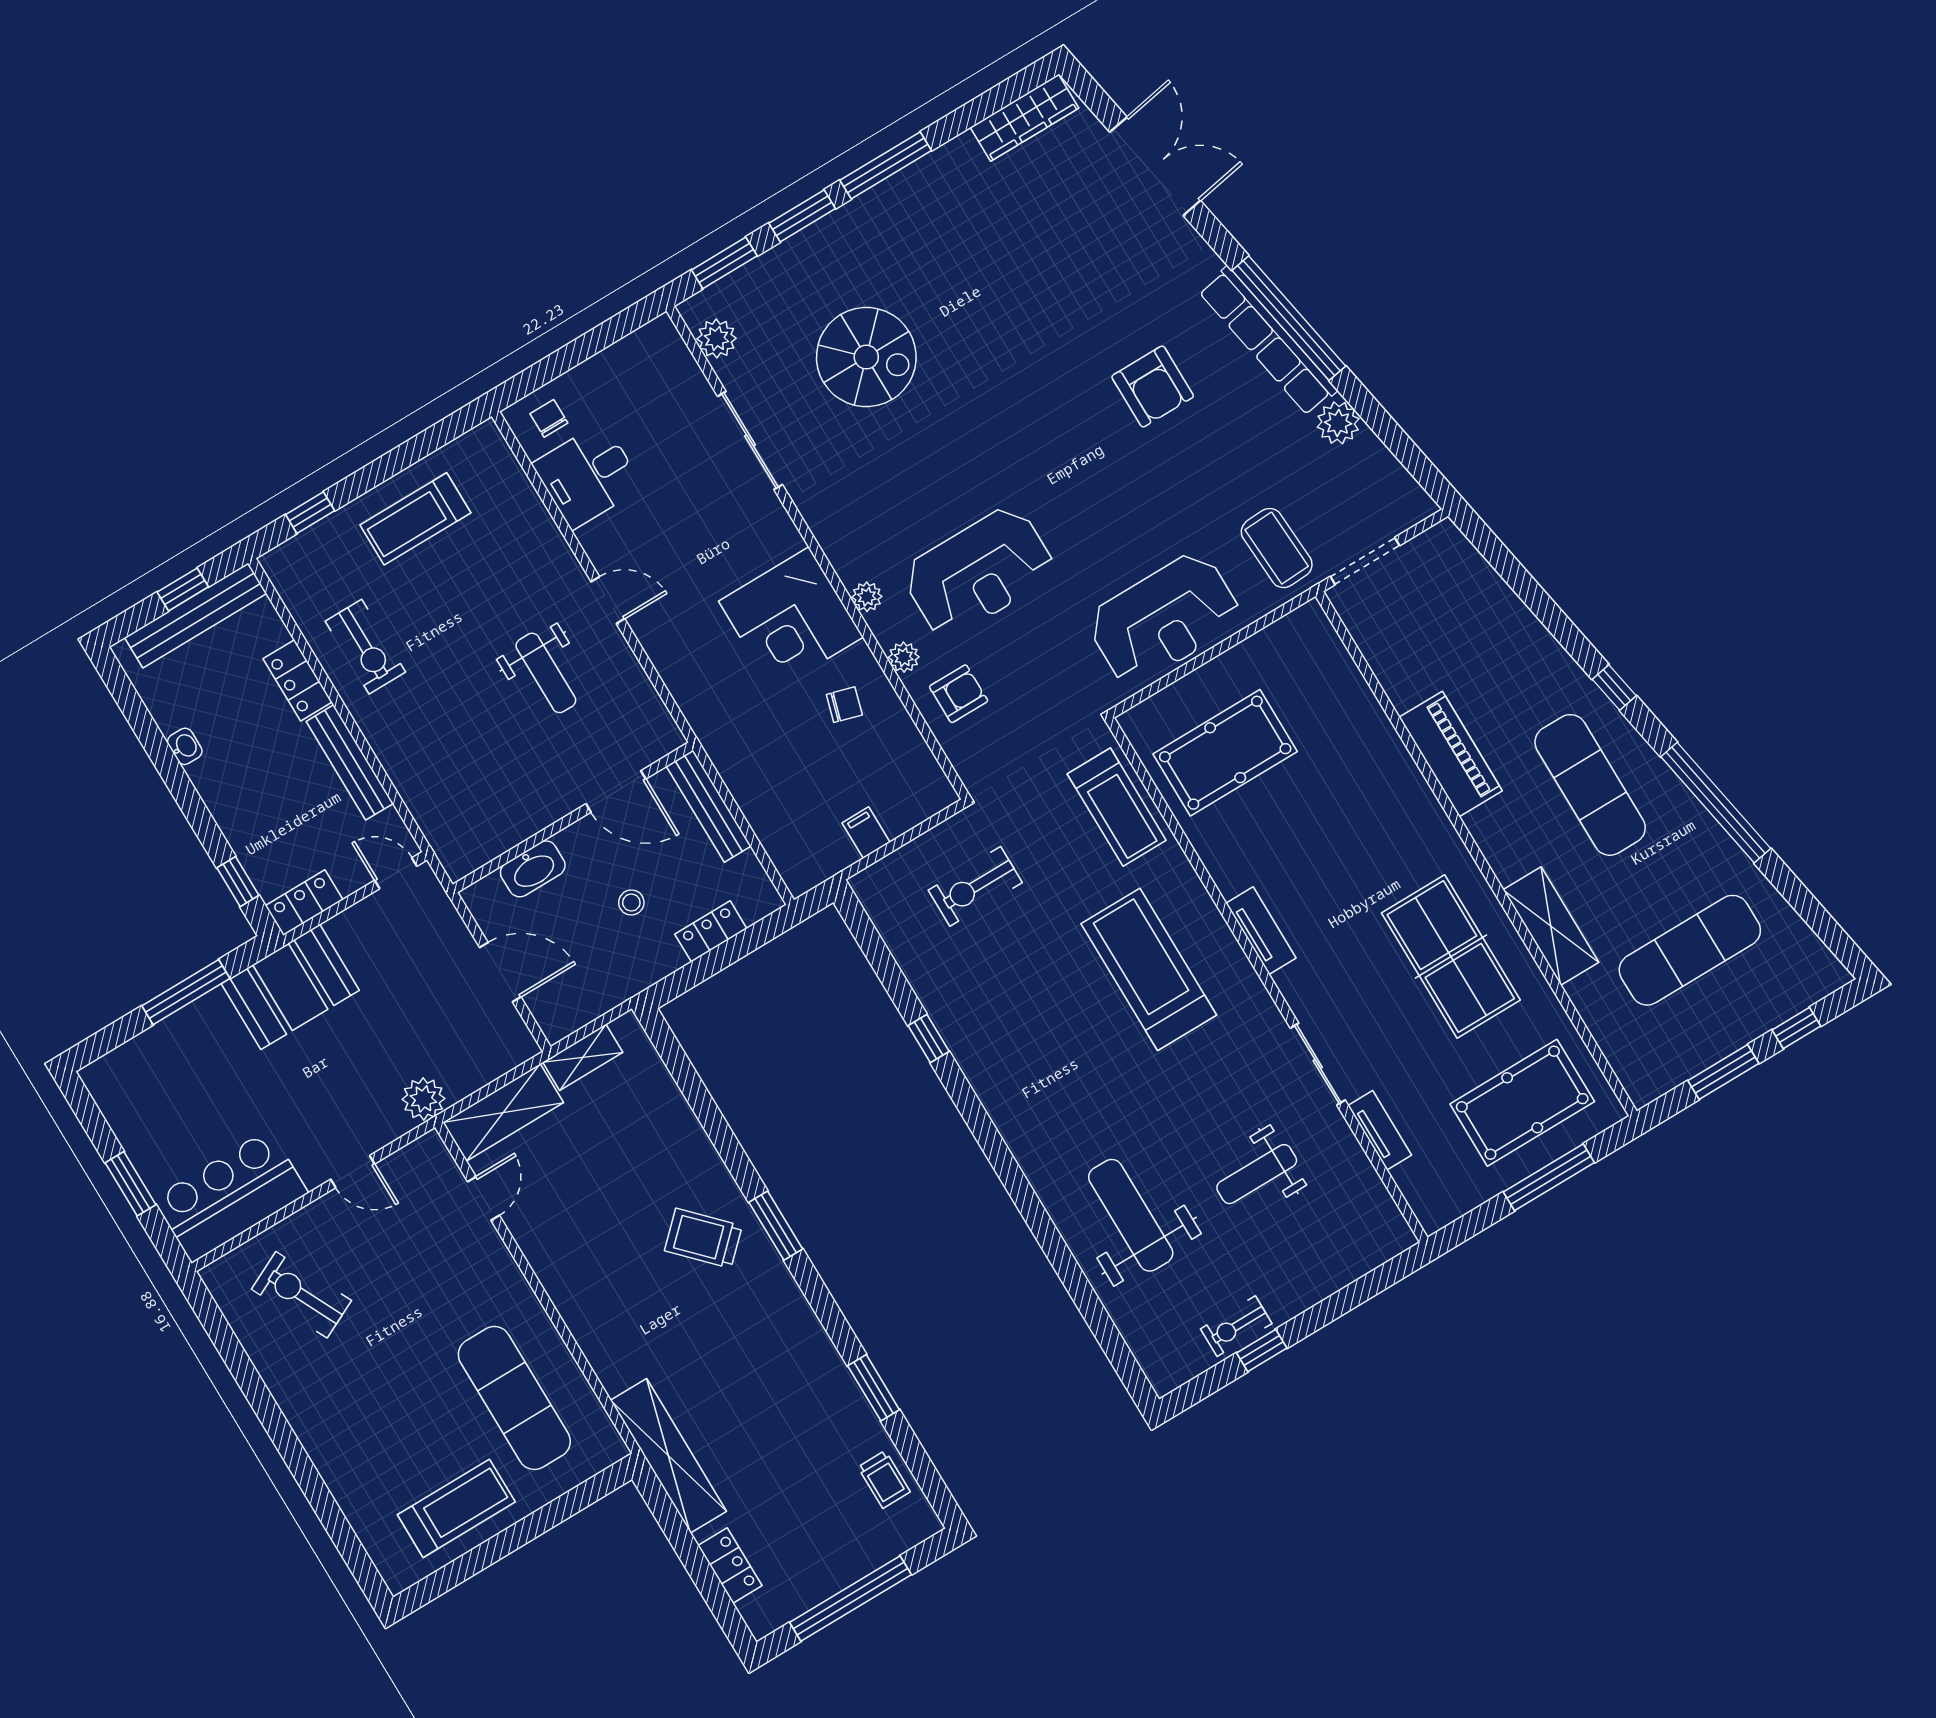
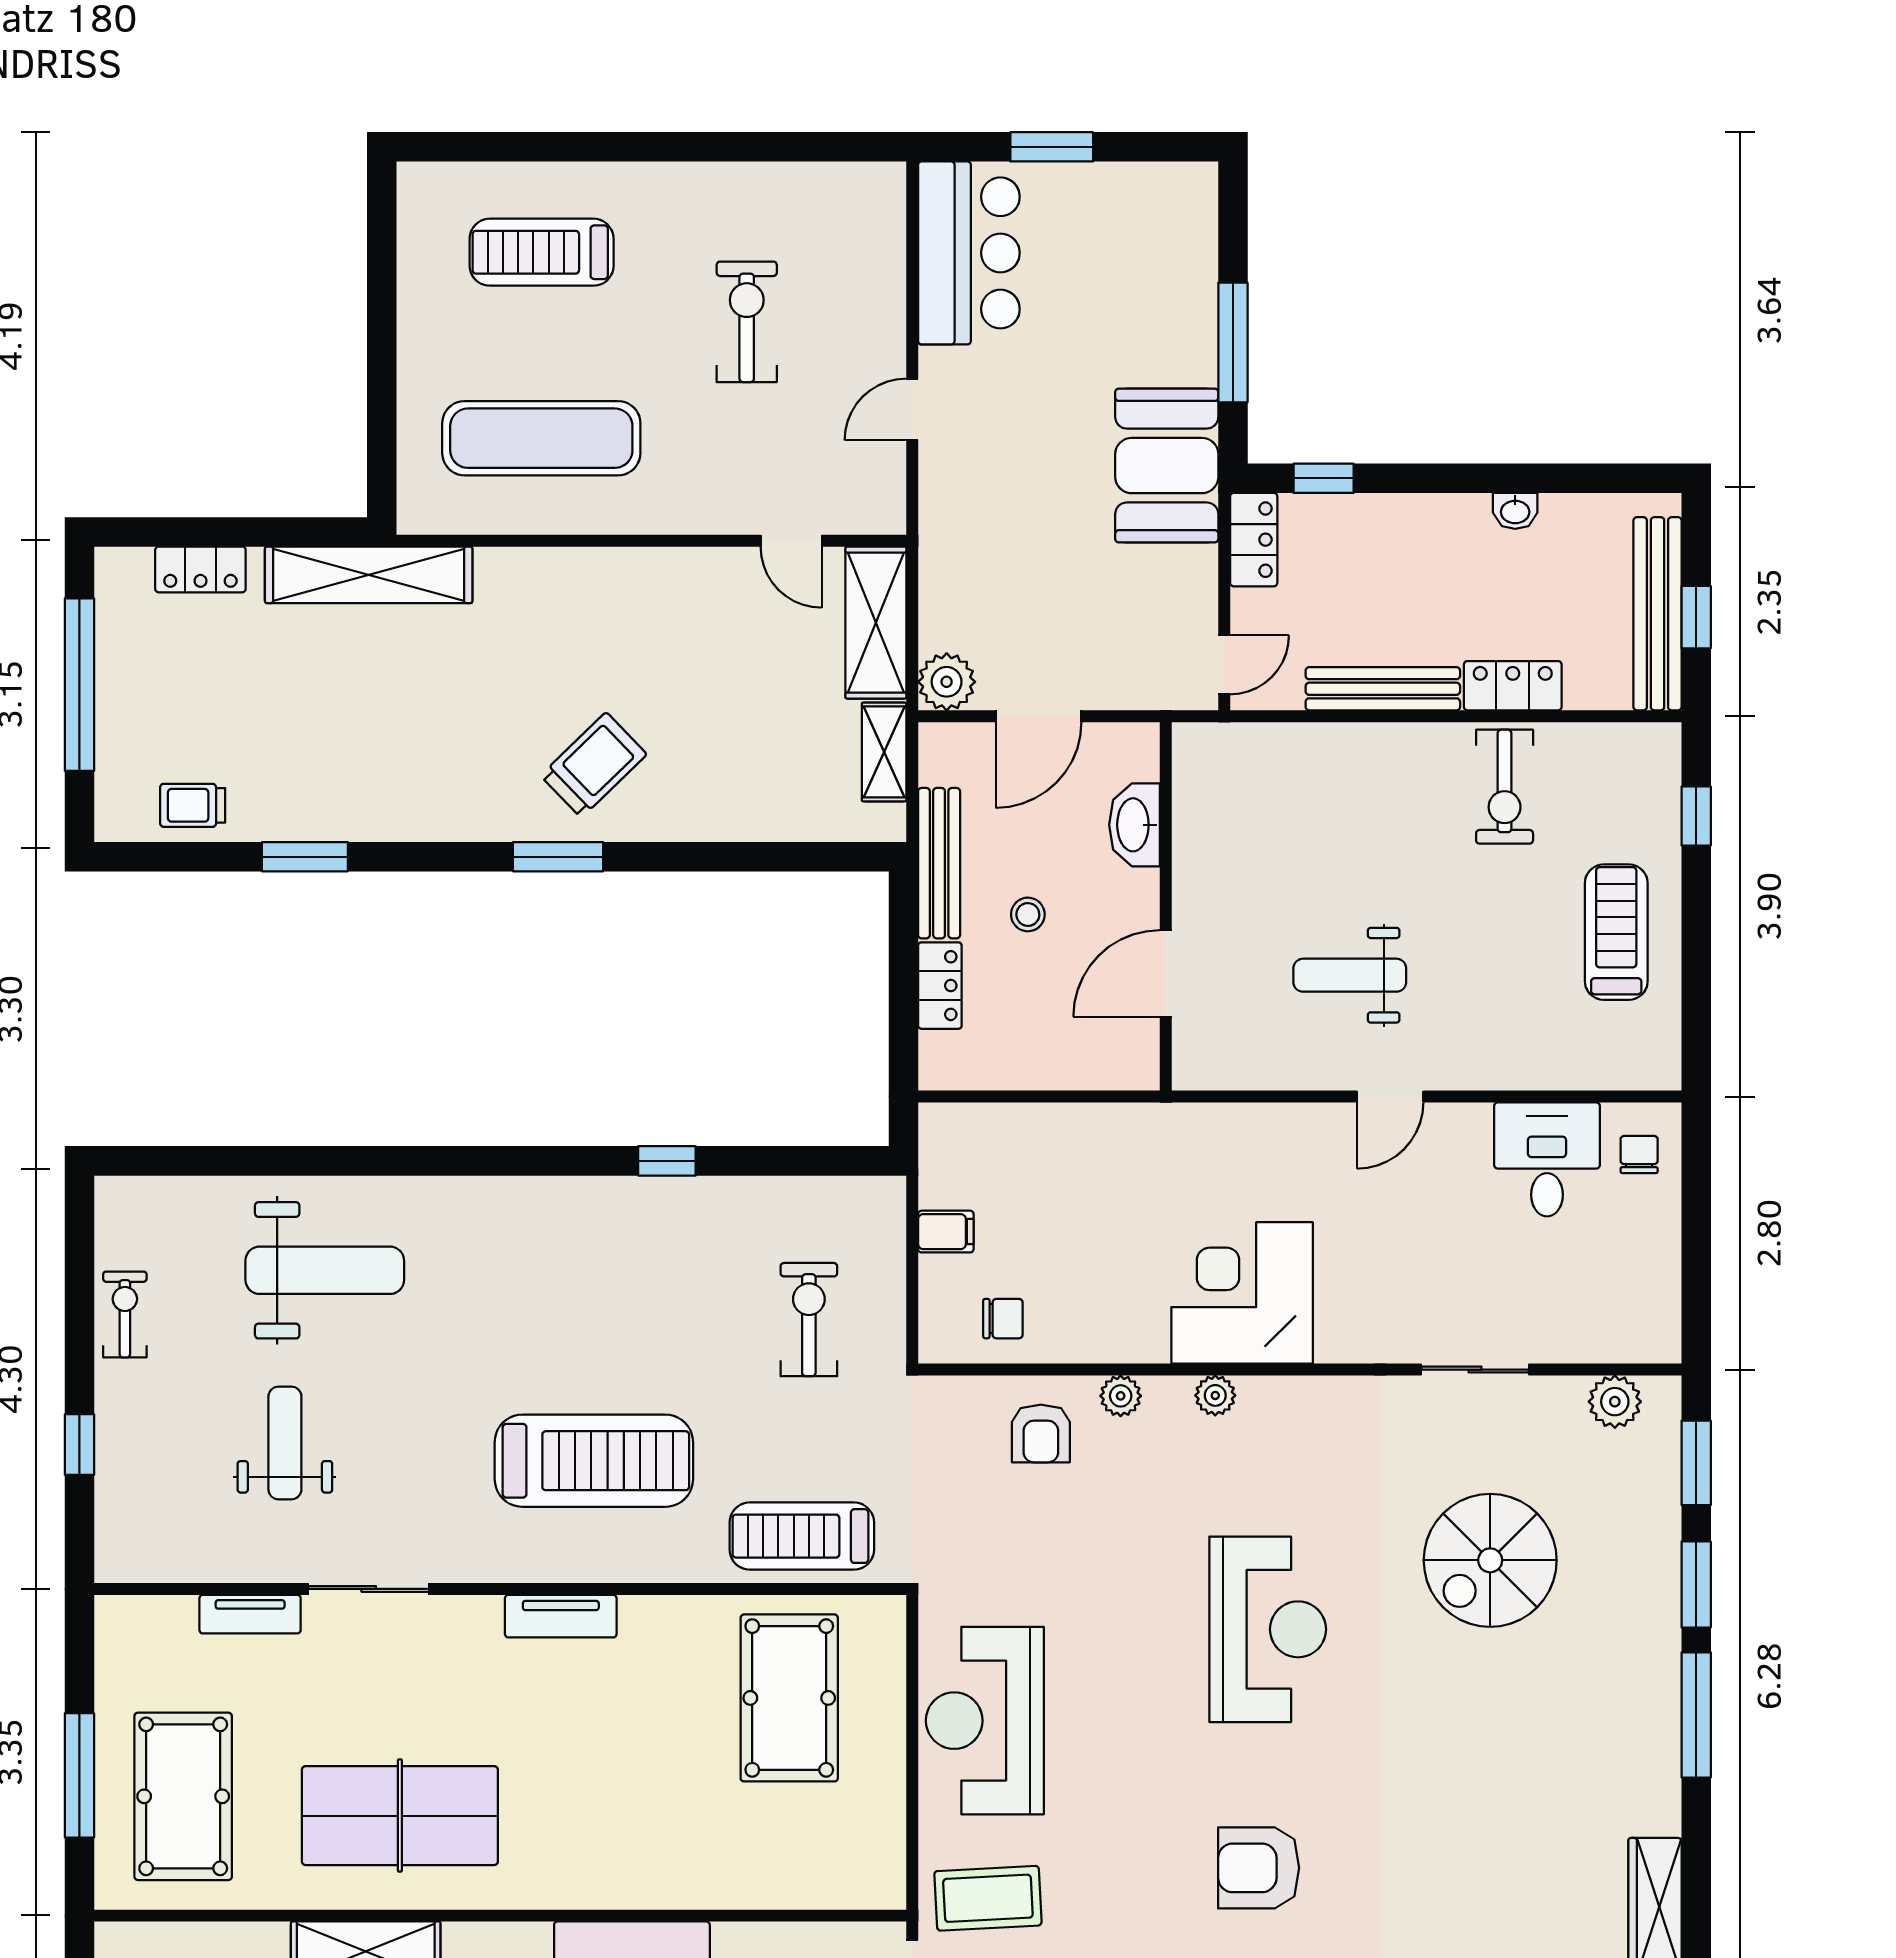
chair: (549, 418) -> (1639, 1155), turned -90
sliding door: (750, 440) -> (1475, 1370), width x0.73
reception desk: (979, 572) -> (1268, 1629), moved, turned 180
exercise bike: (365, 647) -> (1505, 787), turned -90
chair: (844, 705) -> (1003, 1319), moved, turned -106
bench: (709, 806) -> (939, 863), moved, turned 90
plant: (423, 1099) -> (947, 682), moved
exercise bike: (301, 1295) -> (747, 322), moved, turned -64
window: (1262, 1350) -> (79, 1445), moved
treadmill: (456, 1508) -> (542, 252), moved, turned 90

